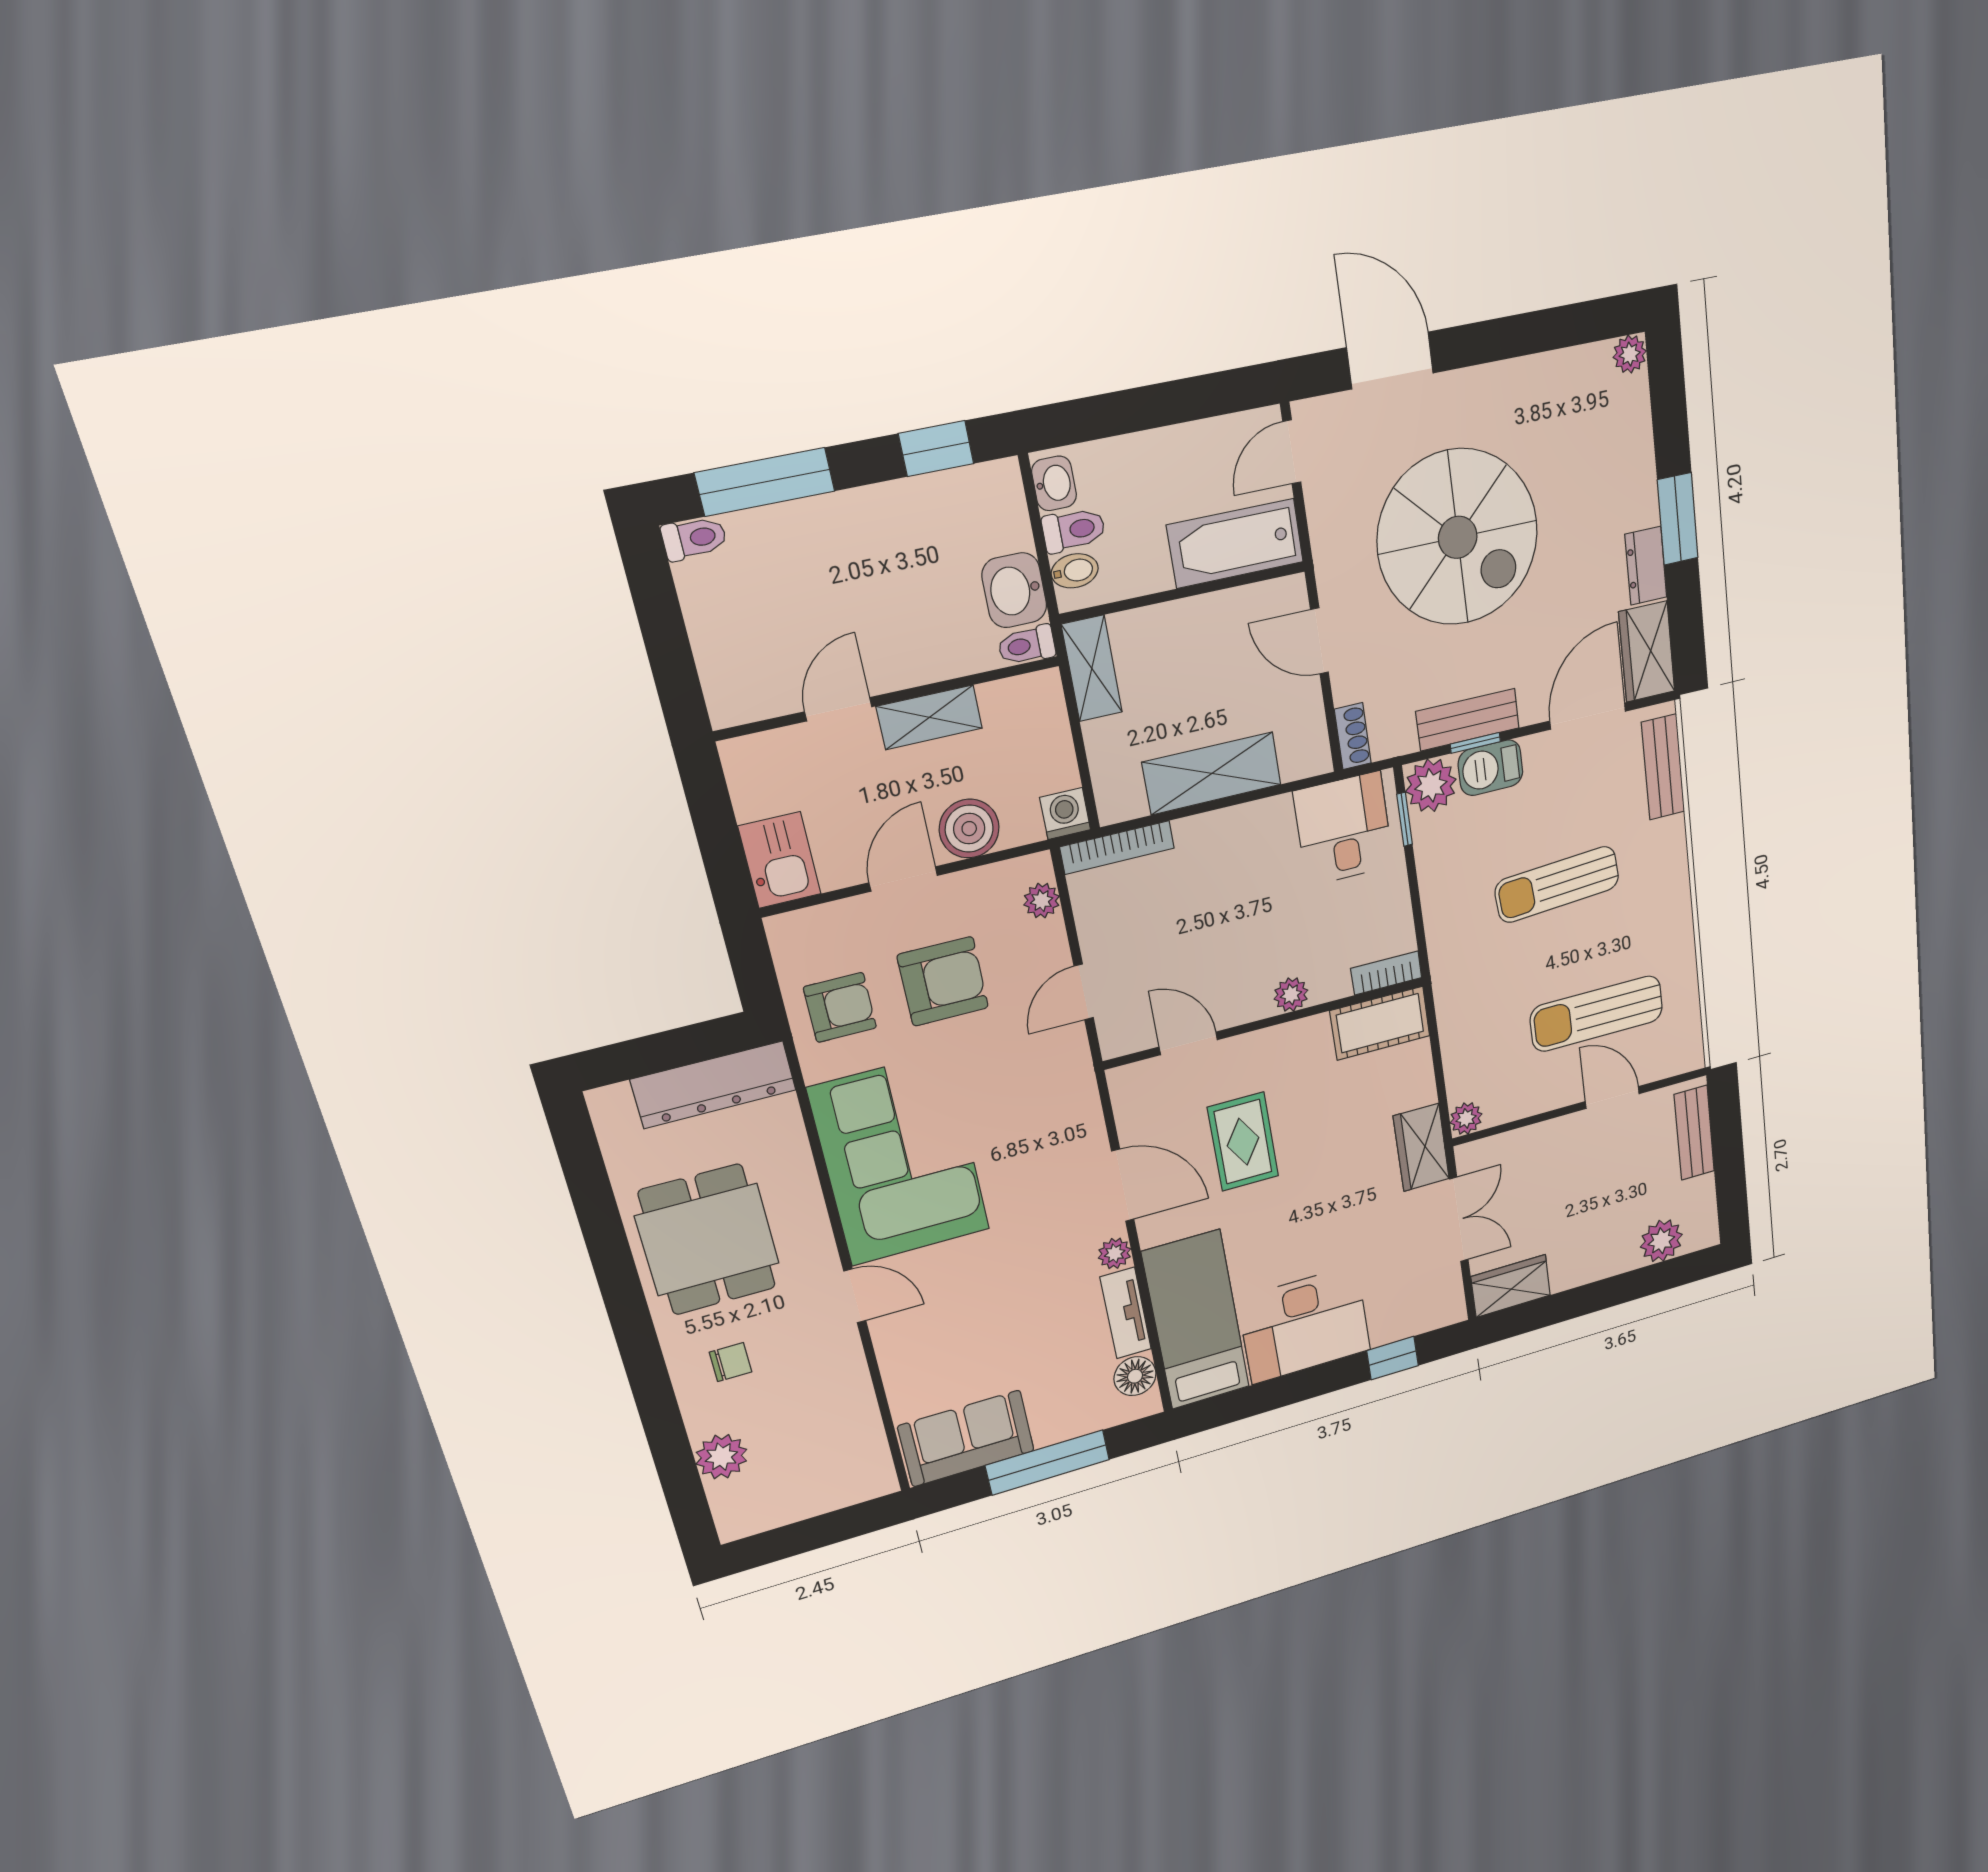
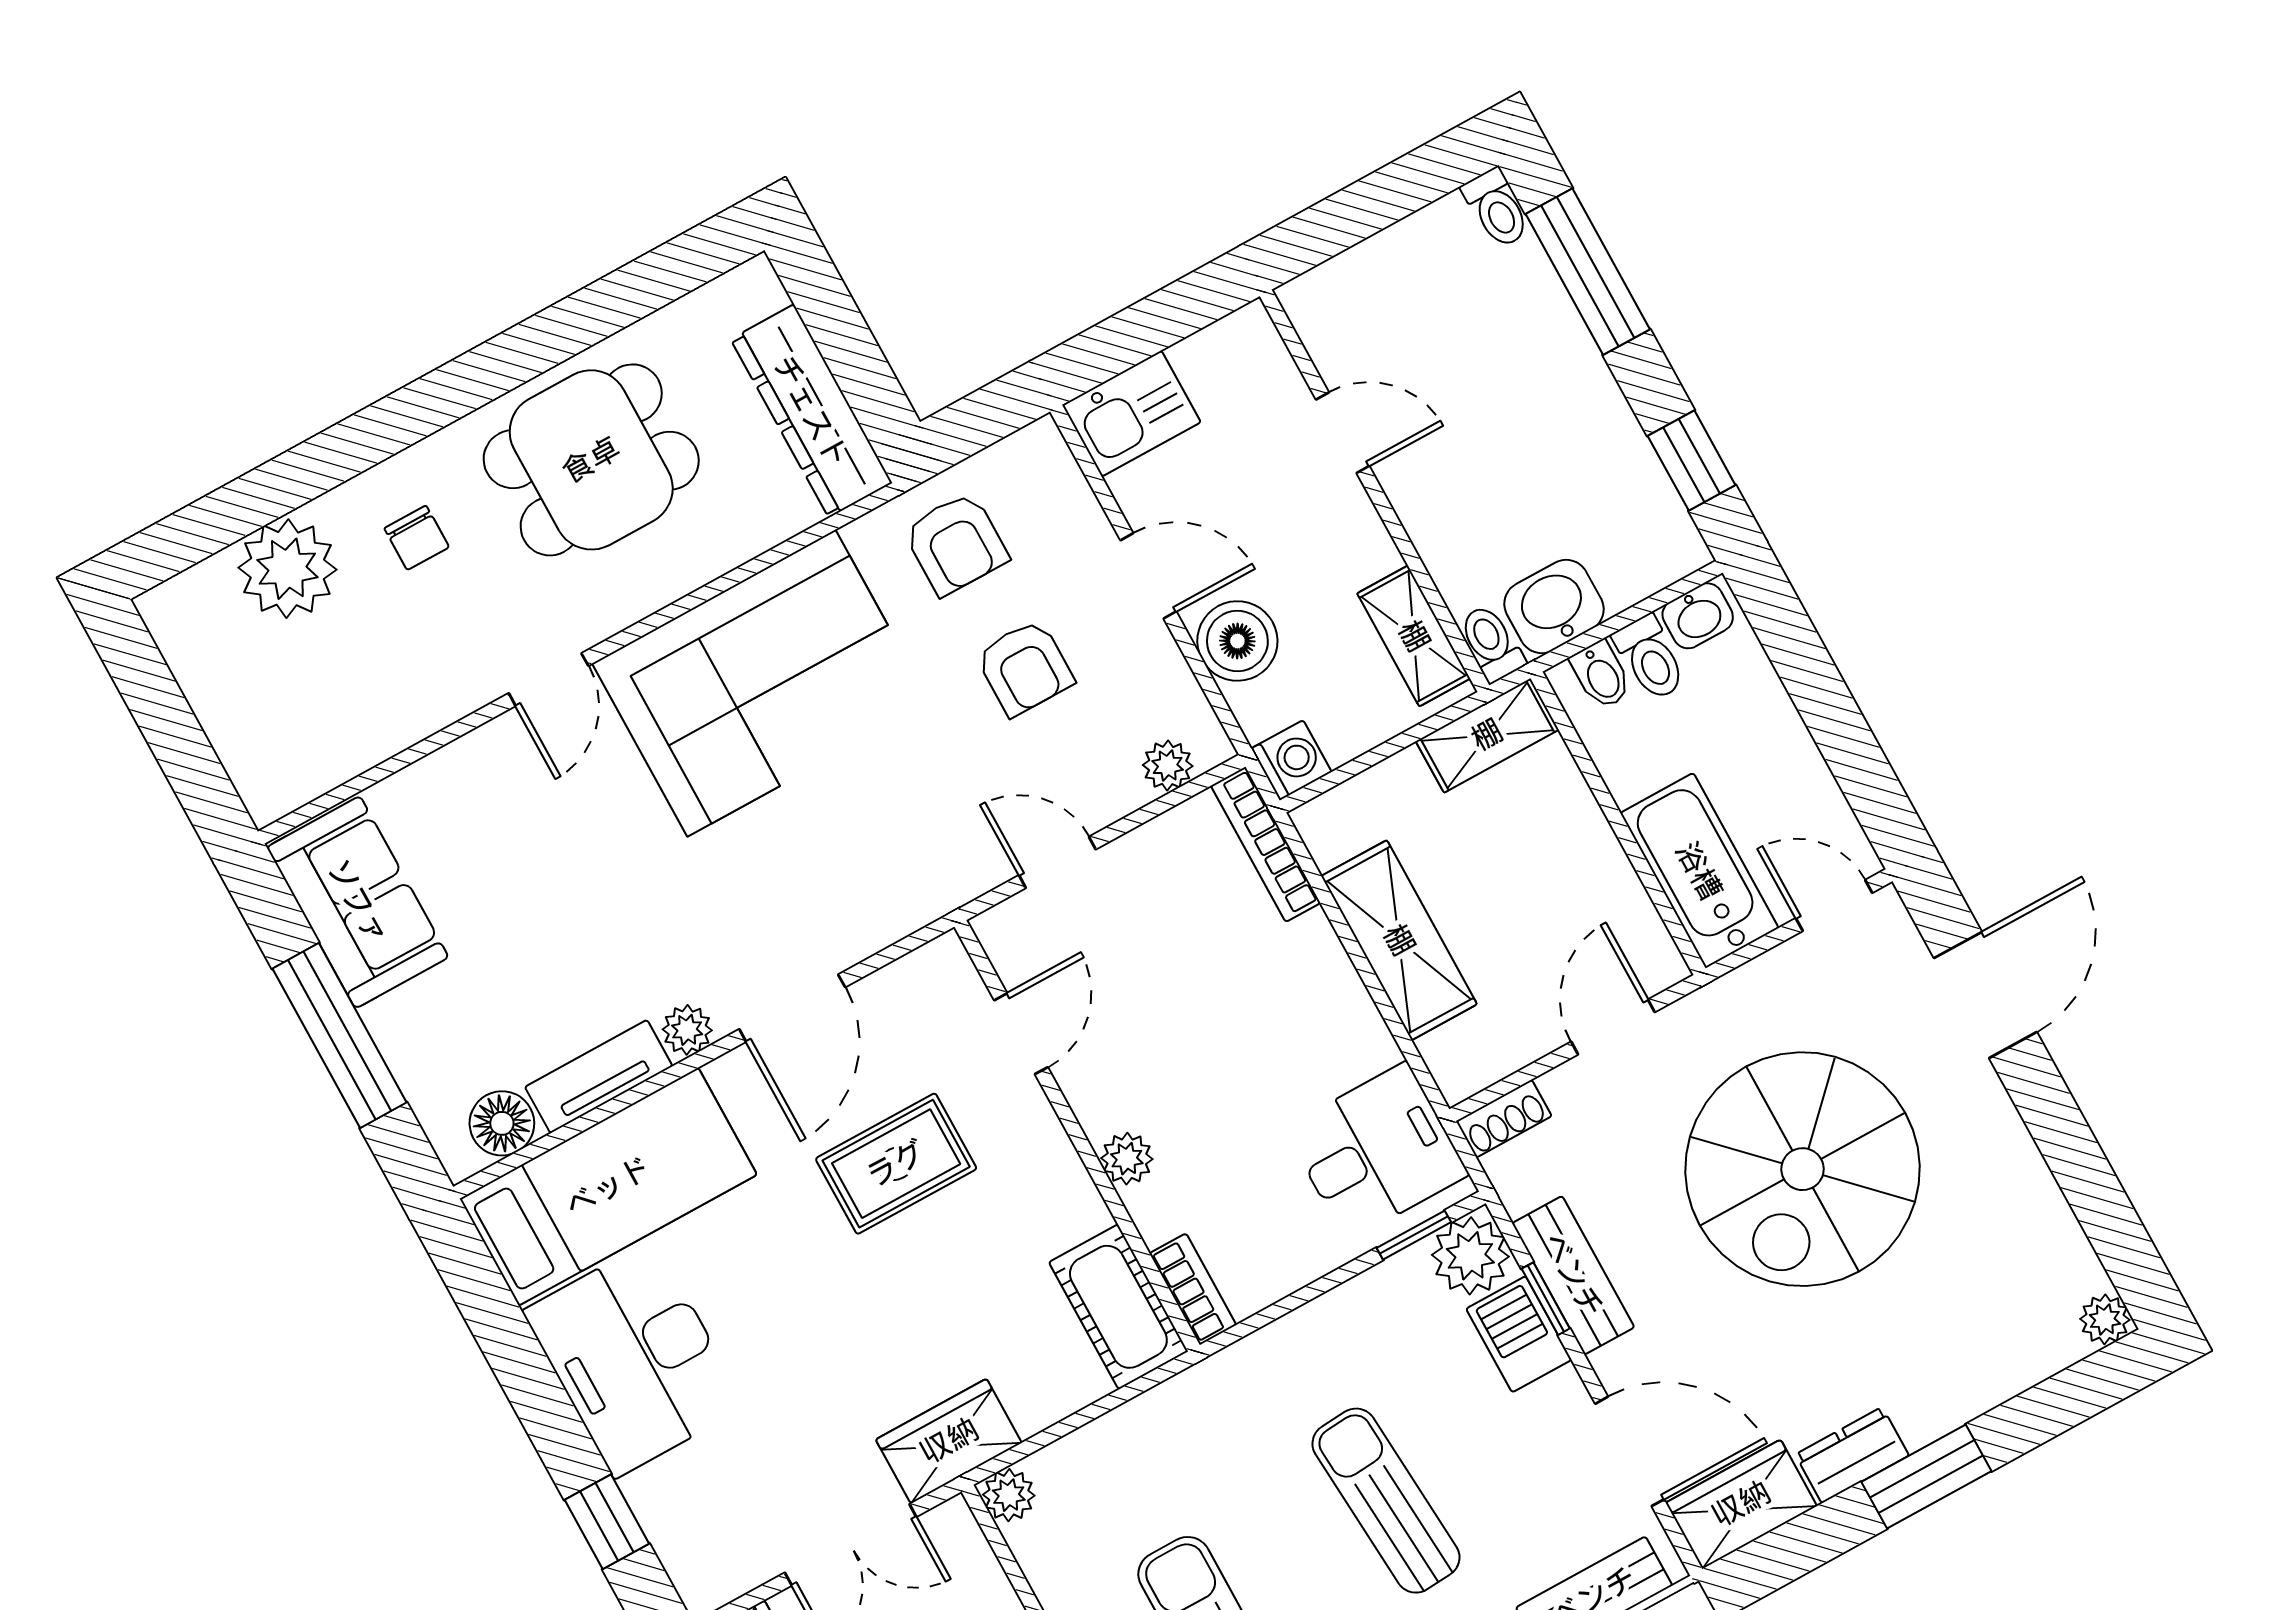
shelving: (929, 717) -> (1414, 636), moved
armchair: (943, 981) -> (1025, 668), width x0.72, depth x0.72
plant: (721, 1457) -> (287, 569), width x1.36, depth x1.36

